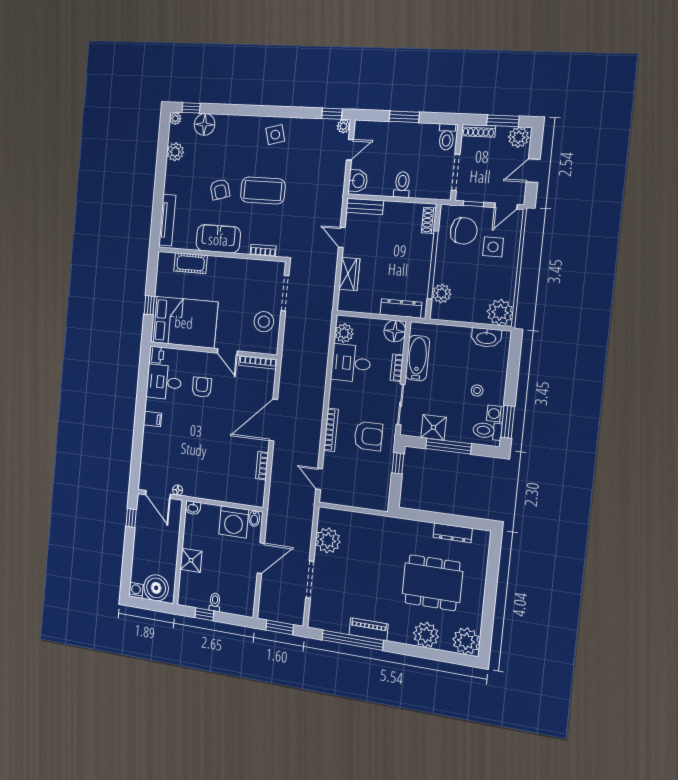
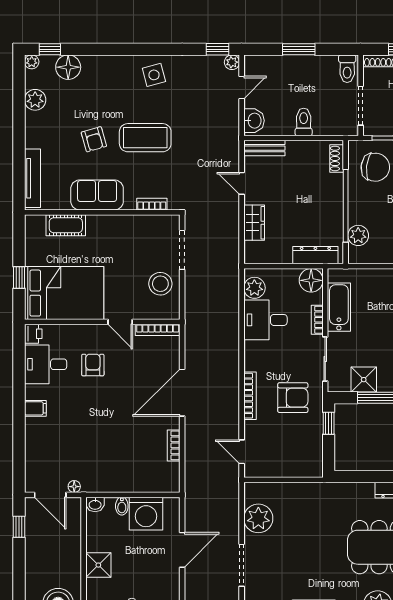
bidet: (254, 518) -> (122, 506), moved

